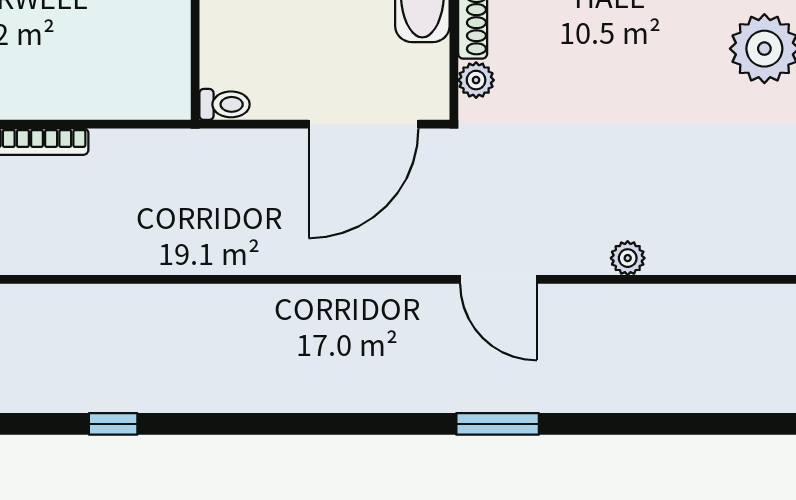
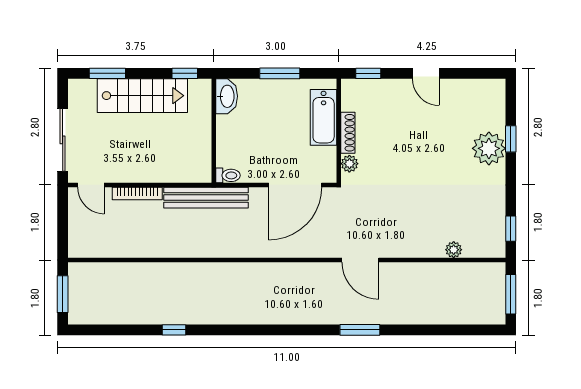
bench: (179, 150) -> (206, 198), added
plant: (628, 258) -> (454, 250), moved

